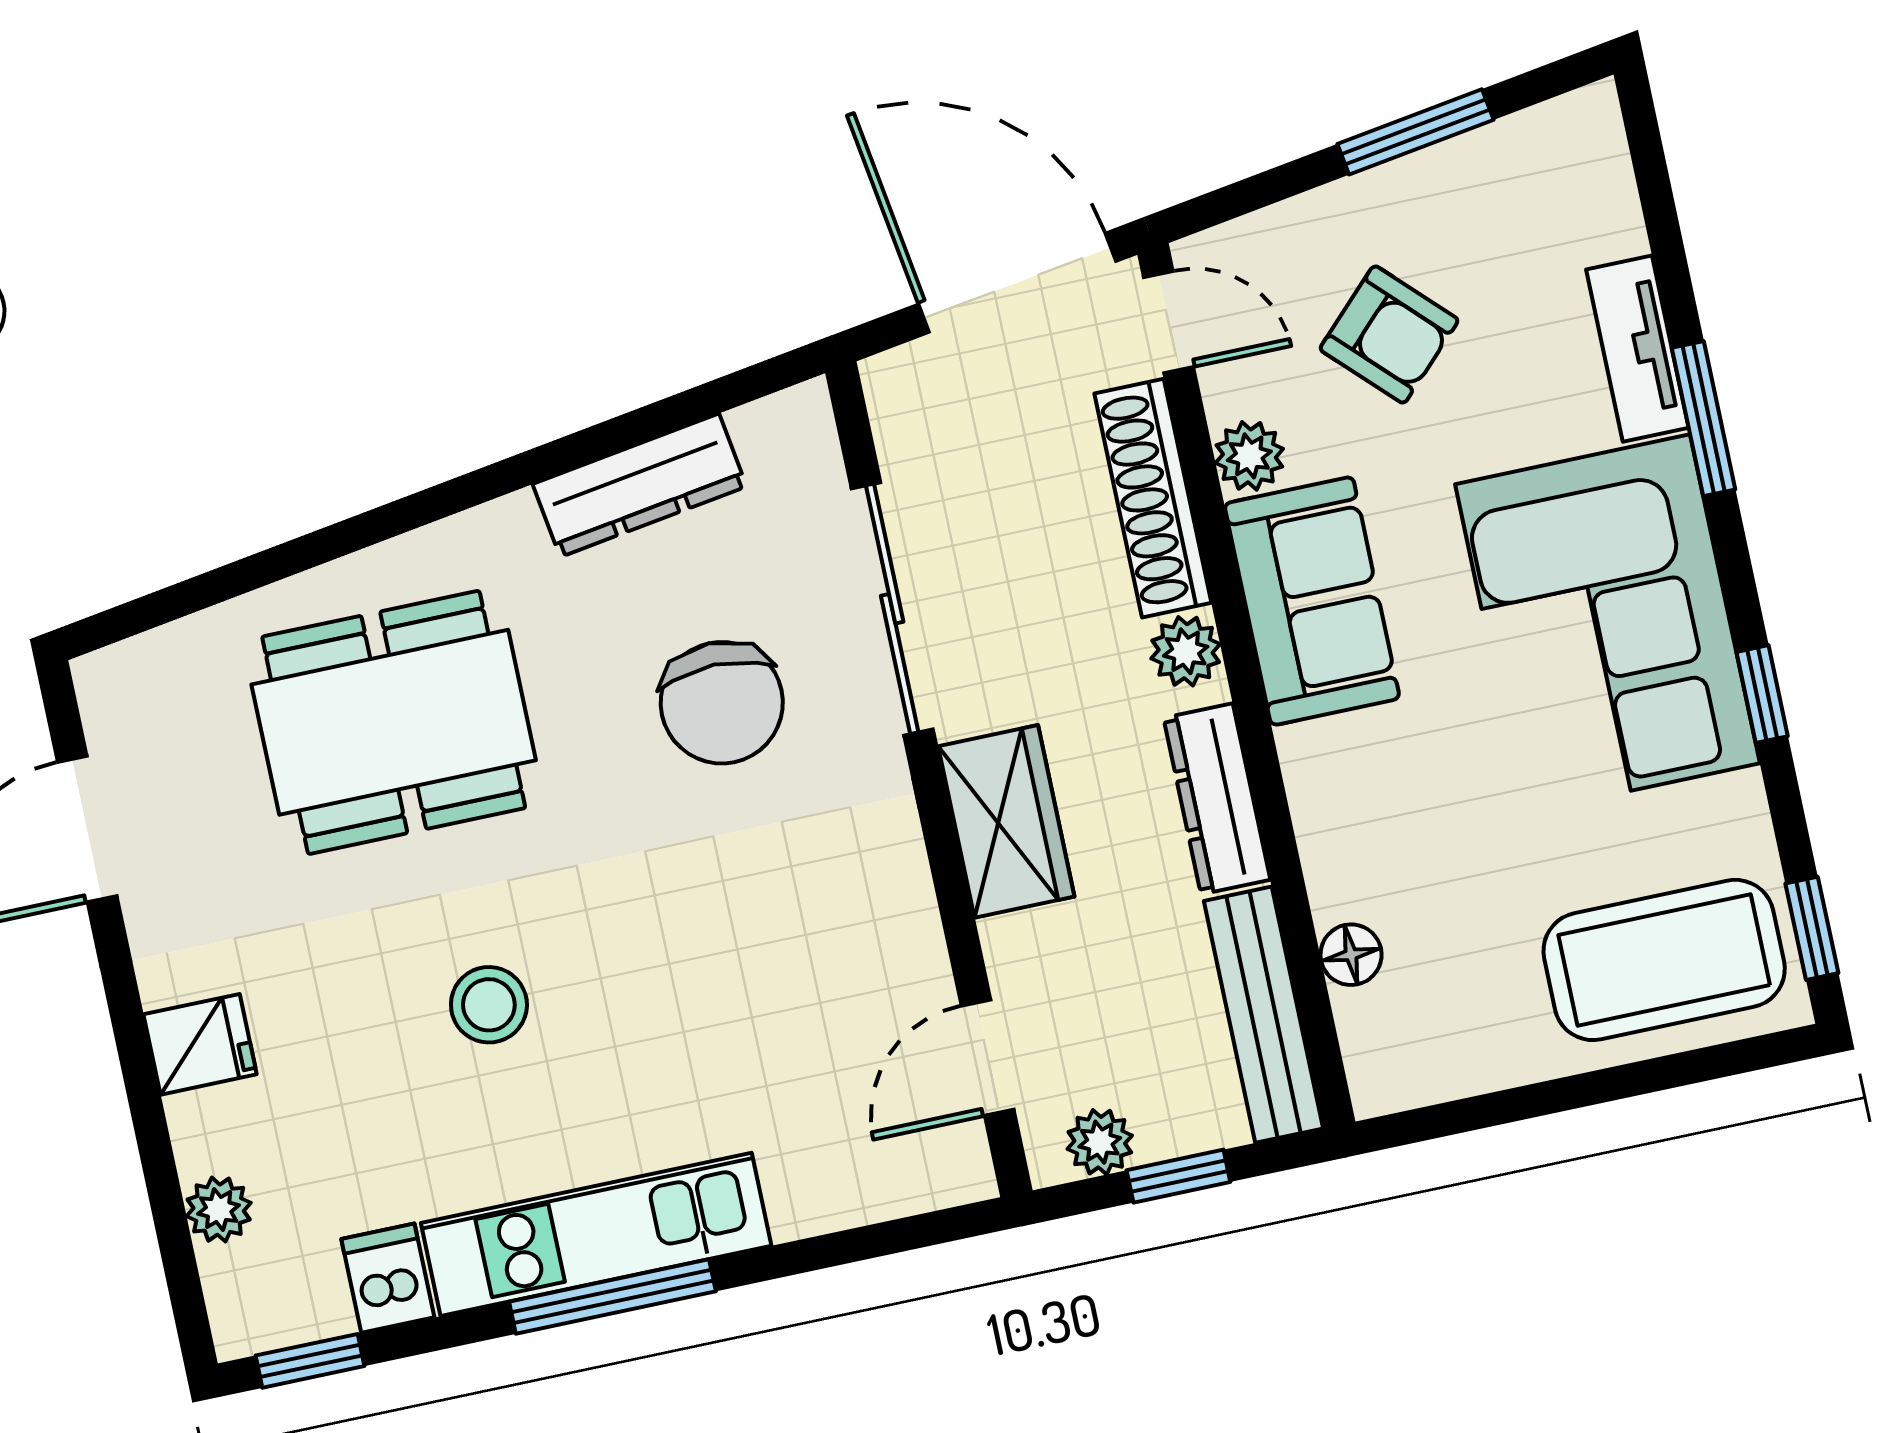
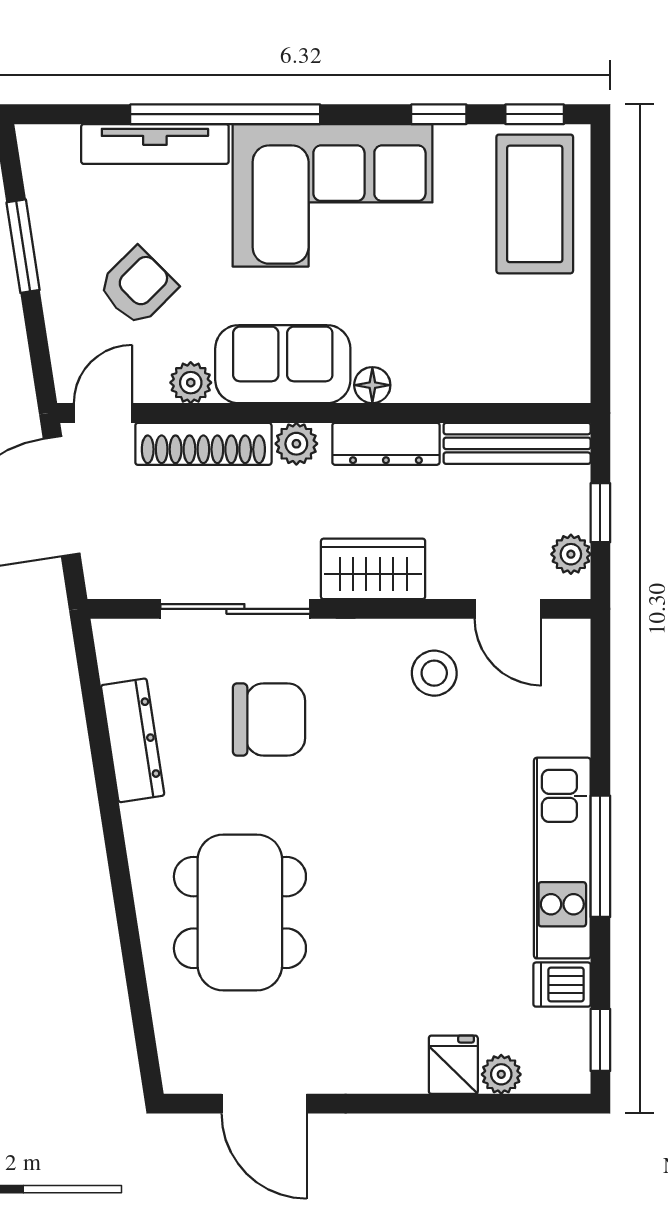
tv unit: (1637, 349) -> (155, 144), width x1.41
window: (1704, 419) -> (225, 114), width x2.11
window: (1762, 694) -> (439, 114), moved
floor lamp: (1351, 955) -> (372, 385), moved
stool: (489, 1005) -> (434, 673), moved
fridge: (200, 1044) -> (453, 1065), moved

